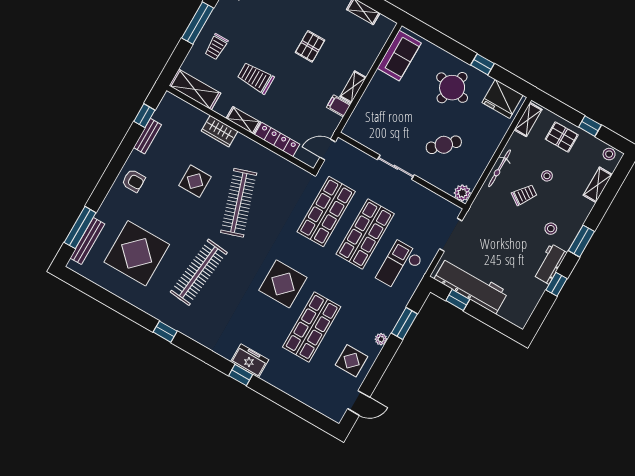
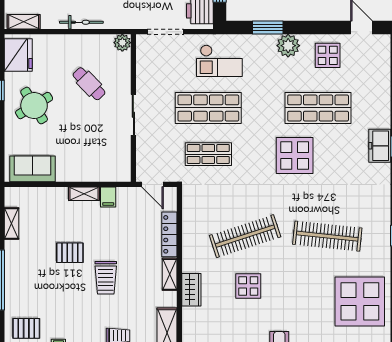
trolley: (256, 78) -> (106, 278), moved
round table: (452, 88) -> (34, 106), turned 45
shop shelf: (326, 212) -> (208, 154), width x0.70, depth x0.74
display table: (137, 253) -> (360, 301), moved
plant: (381, 339) -> (288, 46), width x1.88, depth x1.88

